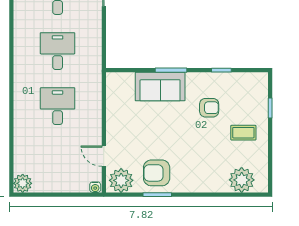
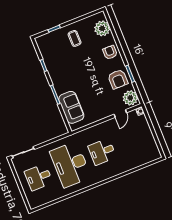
desk: (58, 51) -> (70, 164), width x1.87, depth x1.30
sofa: (160, 87) -> (71, 107), moved
armchair: (209, 108) -> (110, 52), moved
plant: (23, 183) -> (155, 154), removed

